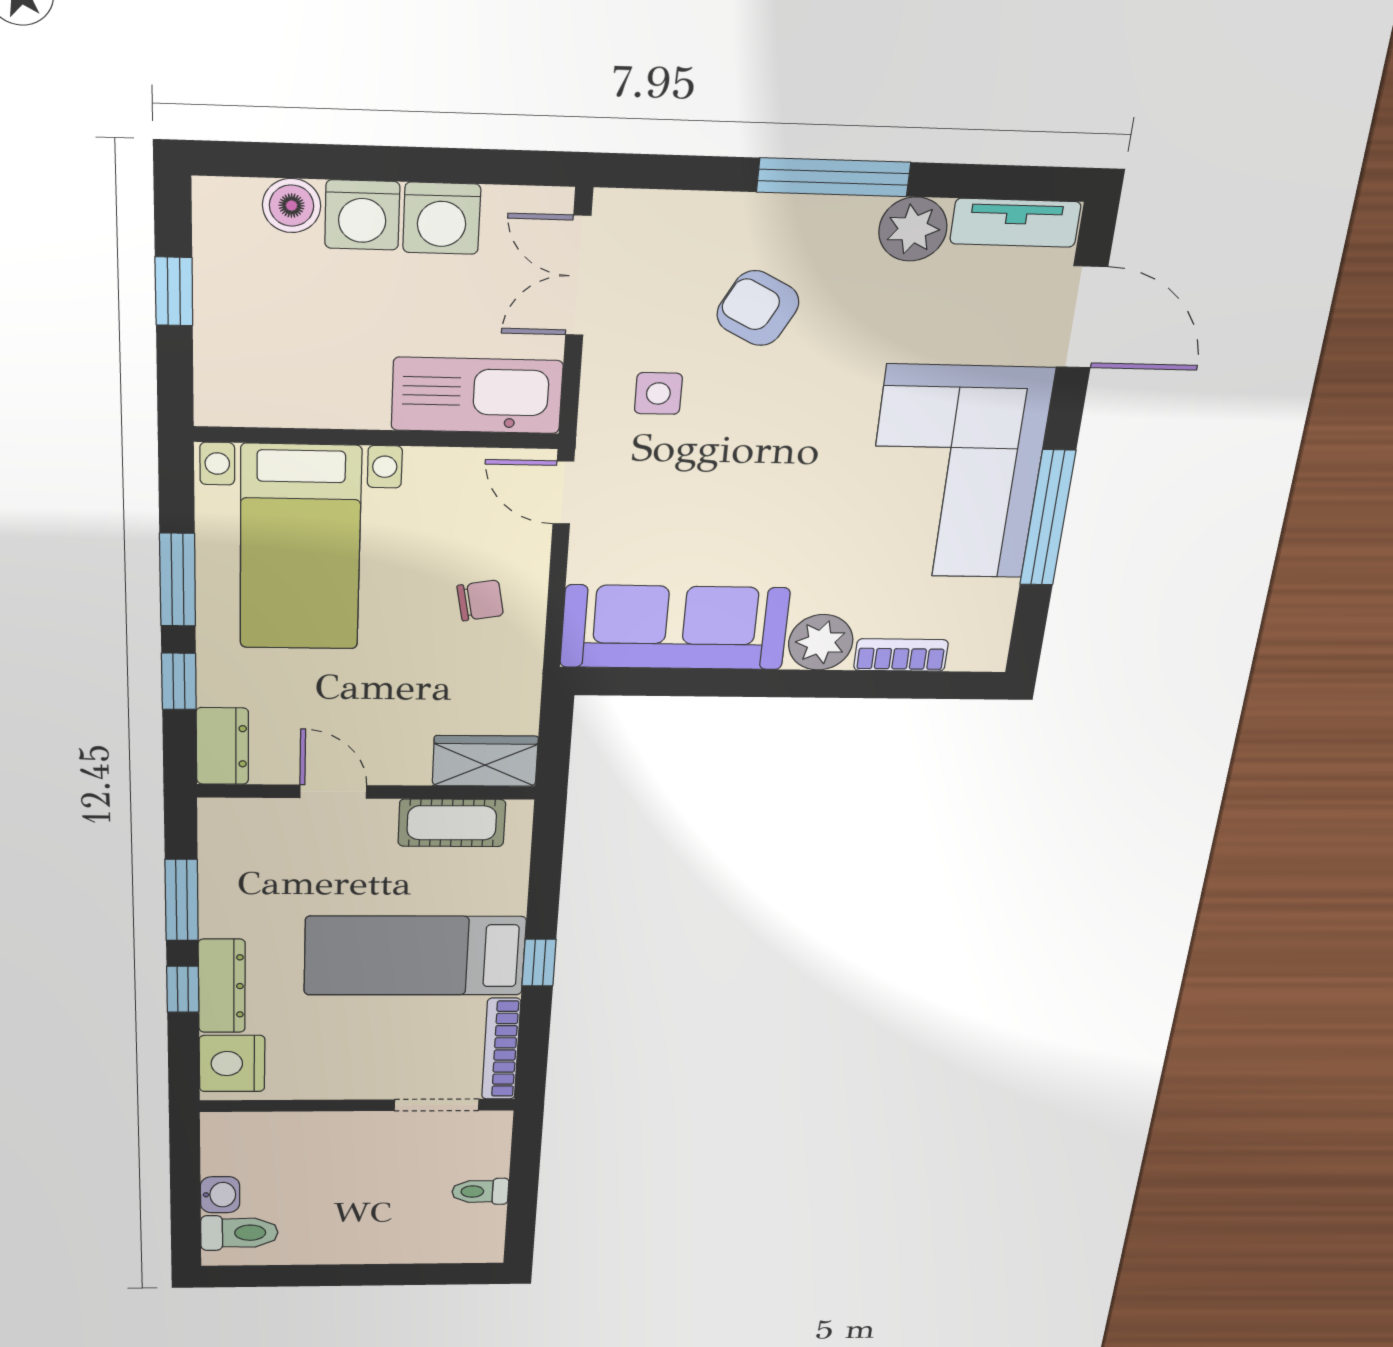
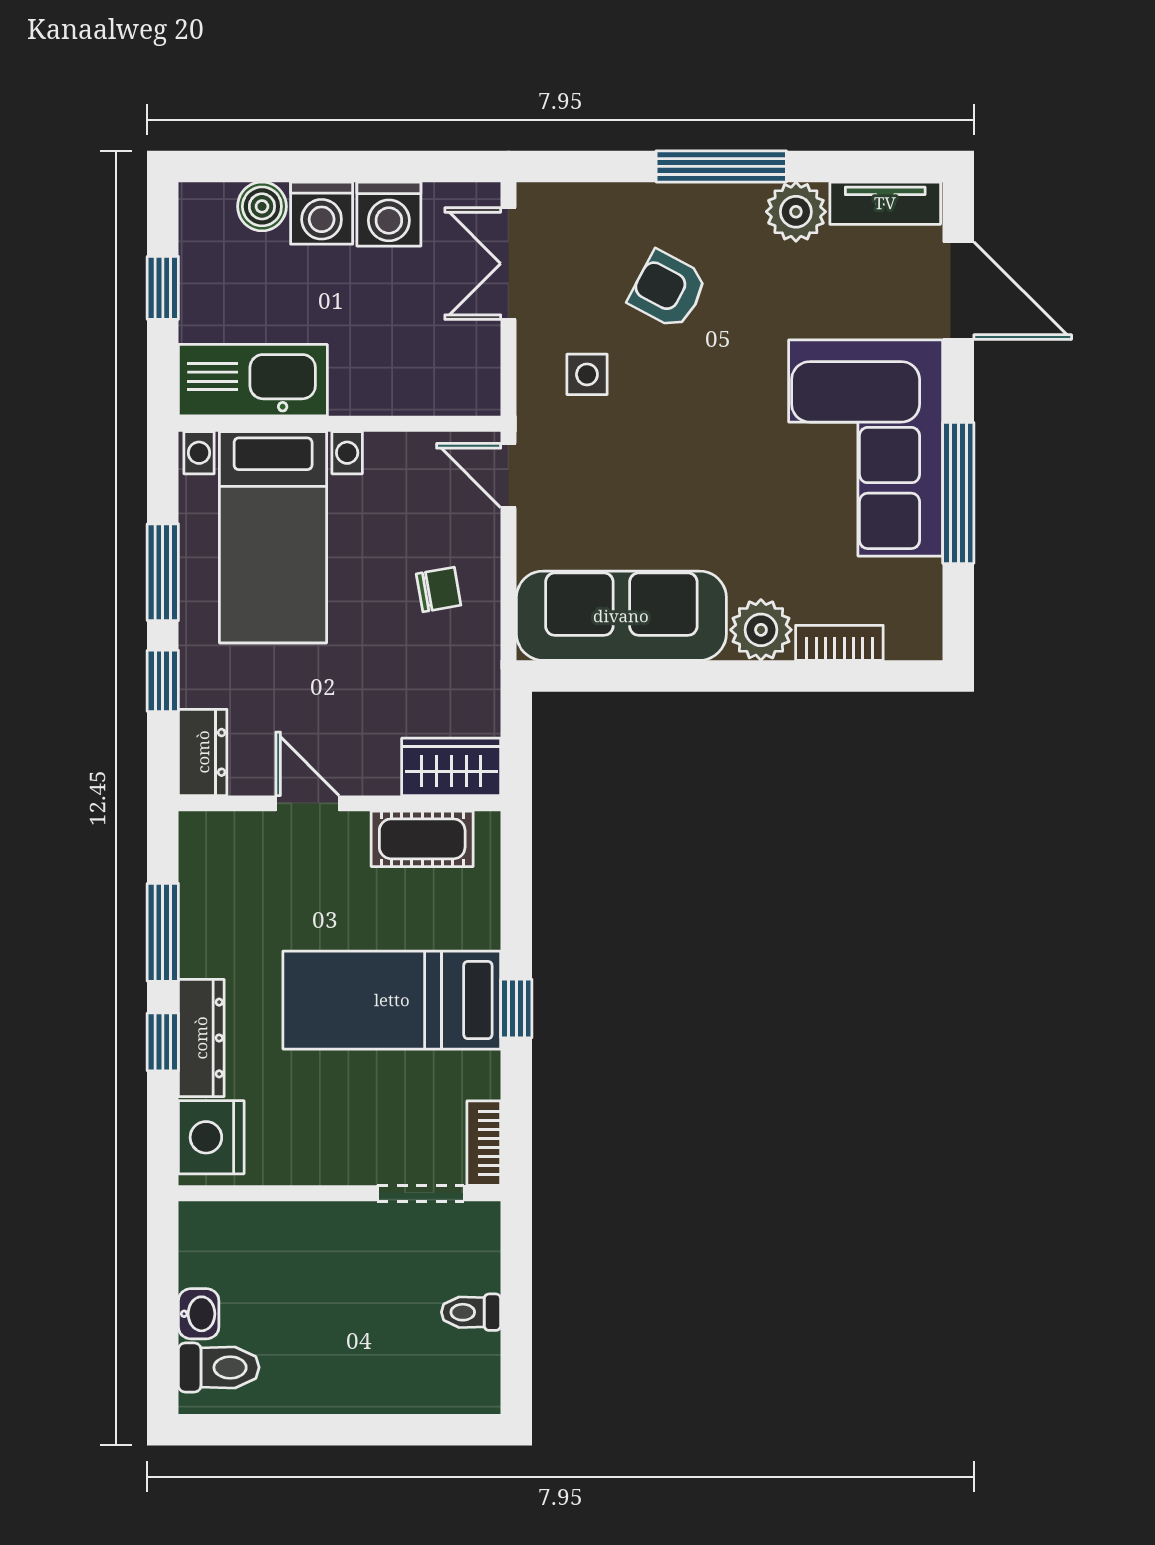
kitchen sink: (477, 395) -> (253, 380), moved
bookcase: (501, 1049) -> (484, 1143), width x0.64

